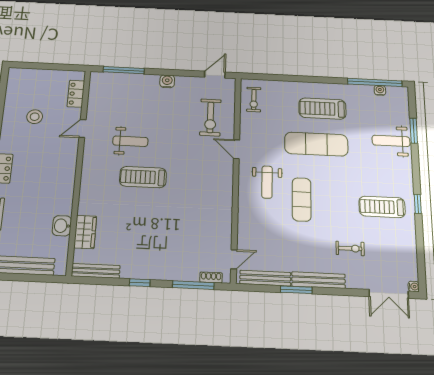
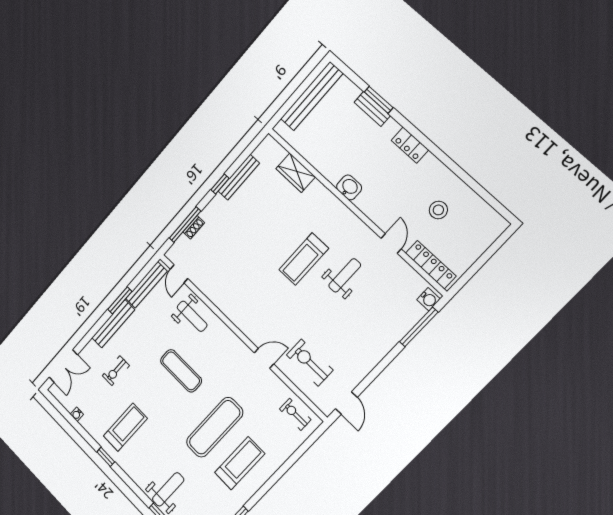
water cooler: (167, 81) -> (429, 299), moved
locker: (76, 94) -> (431, 265), width x1.53
weight bench: (130, 141) -> (345, 275), turned 180
treadmill: (143, 177) -> (304, 259), turned 180
weight bench: (267, 182) -> (192, 316), moved, turned 180
washbasin: (62, 226) -> (349, 187), moved
bench: (96, 271) -> (239, 177), moved
shoe rack: (211, 277) -> (194, 227), moved
water cooler: (414, 286) -> (77, 414), moved
double door: (389, 294) -> (63, 366), swing flipped

